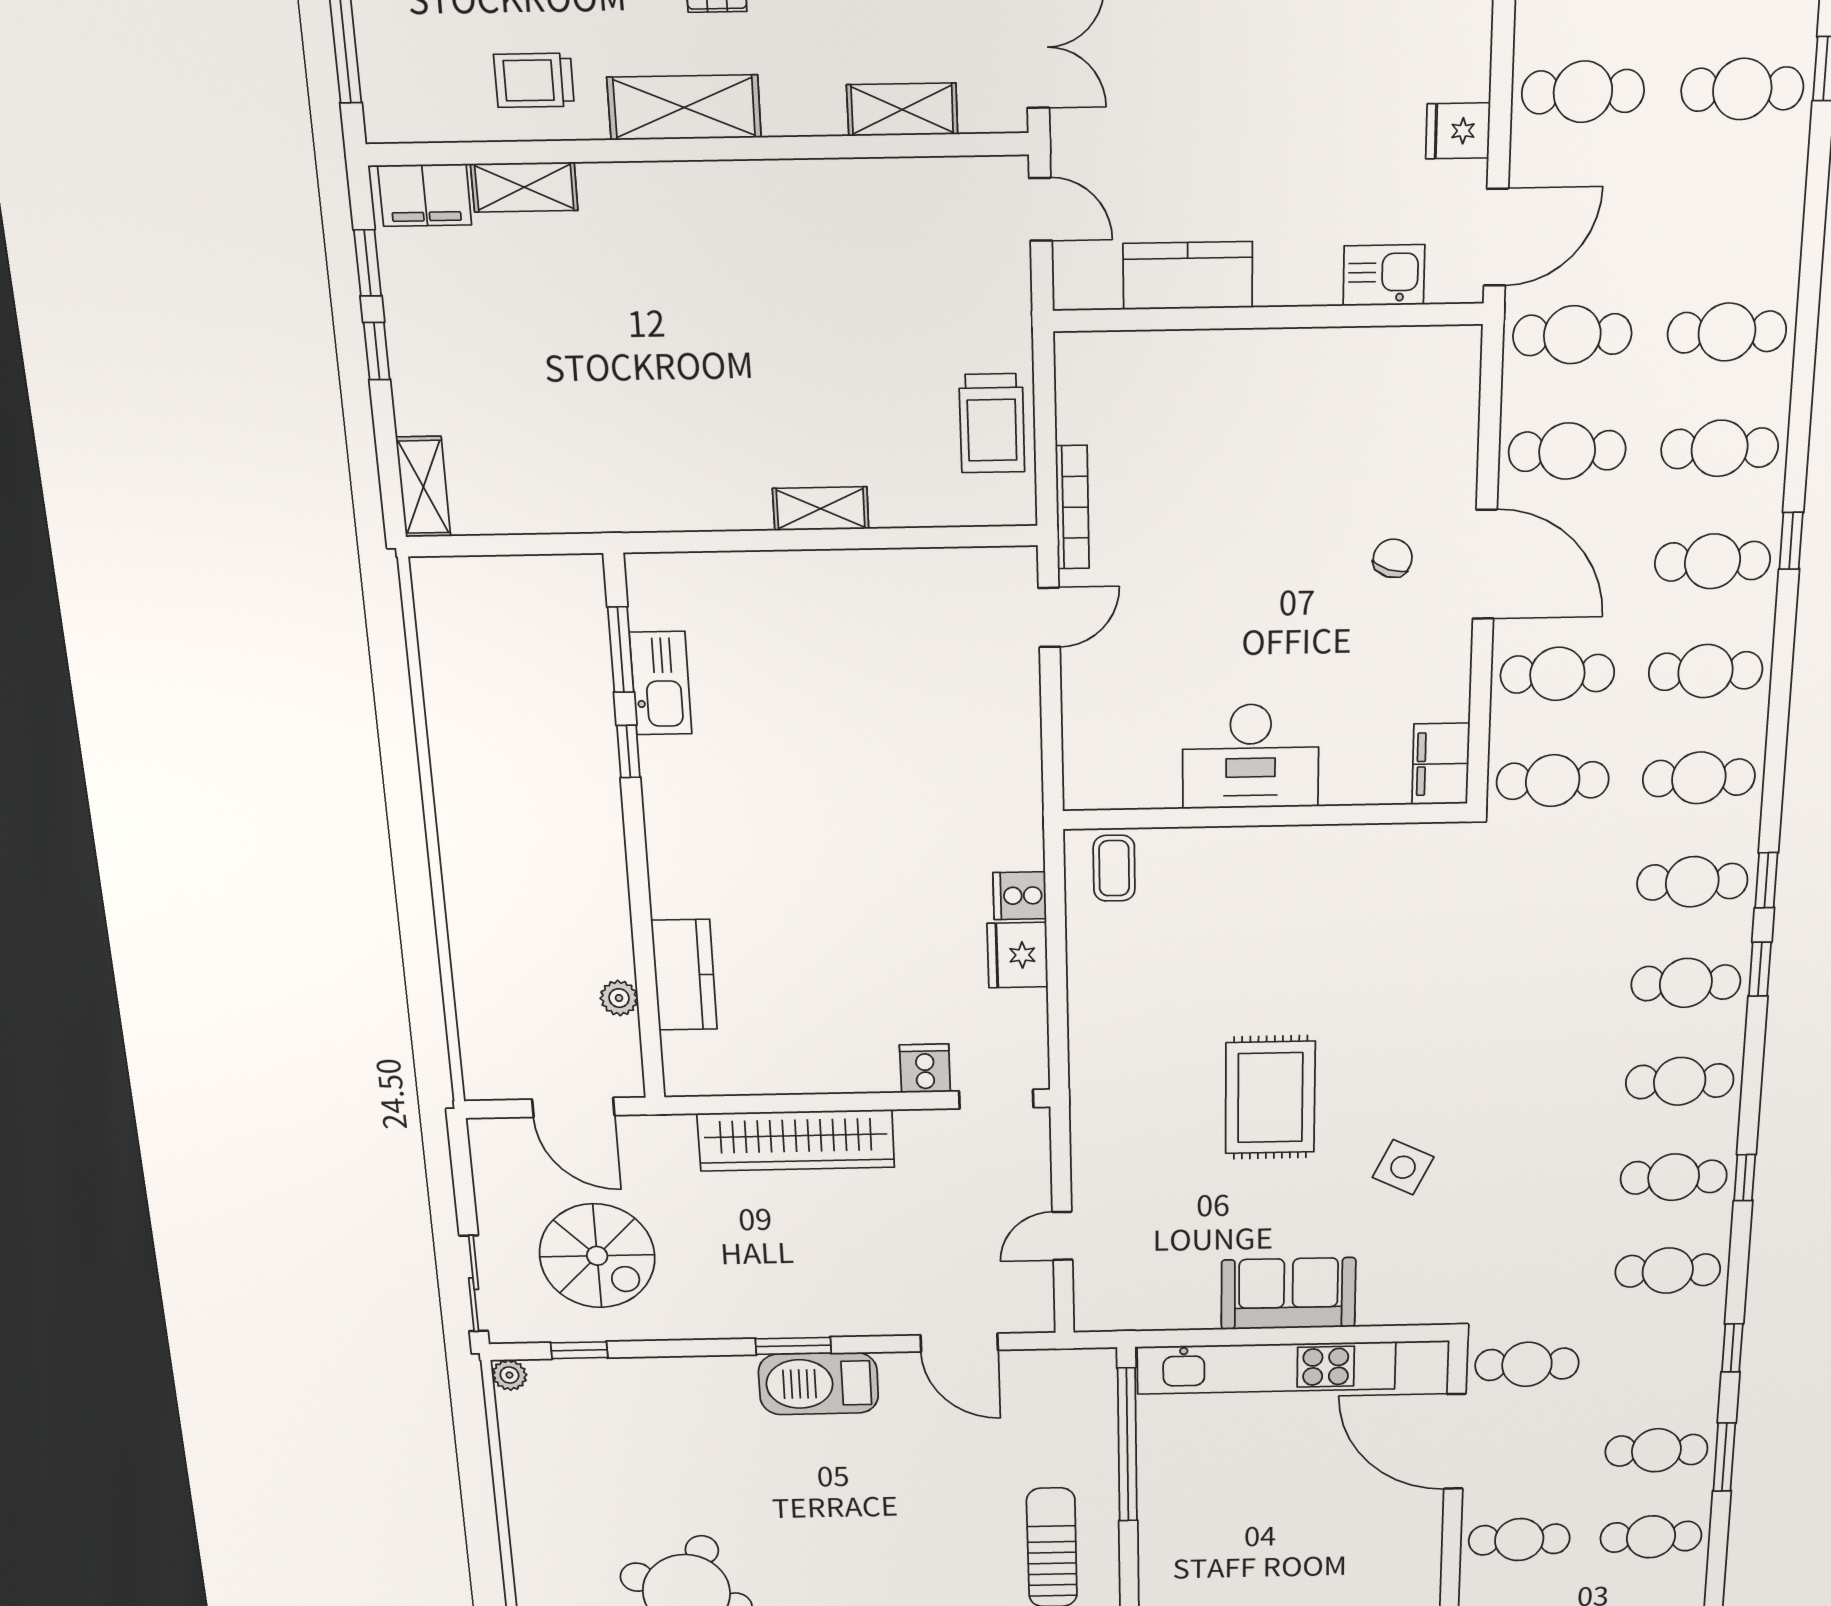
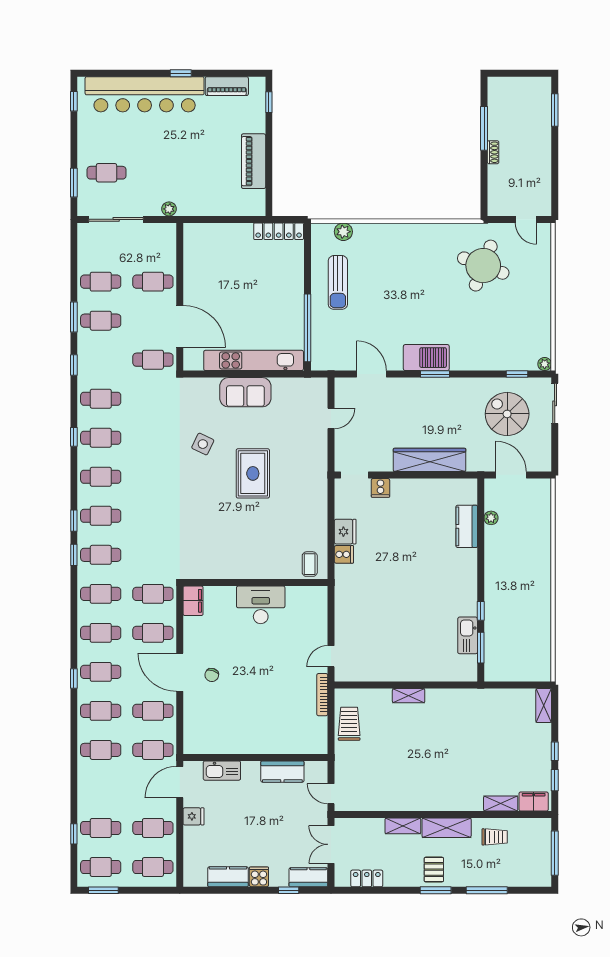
shelving: (902, 110) -> (403, 826), moved
kitchen sink: (1384, 275) -> (222, 771), width x1.38

